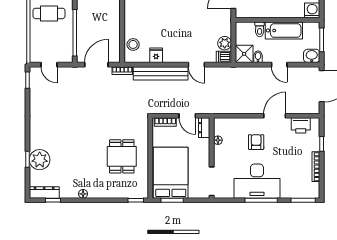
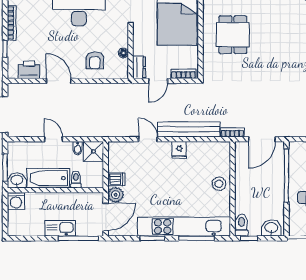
plant: (225, 43) -> (116, 195), moved
stool: (133, 44) -> (219, 184), moved
fridge: (156, 55) -> (179, 150), moved
washbasin: (312, 56) -> (17, 180), moved, turned 180
dishwasher: (224, 57) -> (116, 179), moved
door: (187, 116) -> (158, 81), swing flipped
door: (275, 116) -> (59, 81), swing flipped
armchair: (256, 142) -> (95, 60), moved

